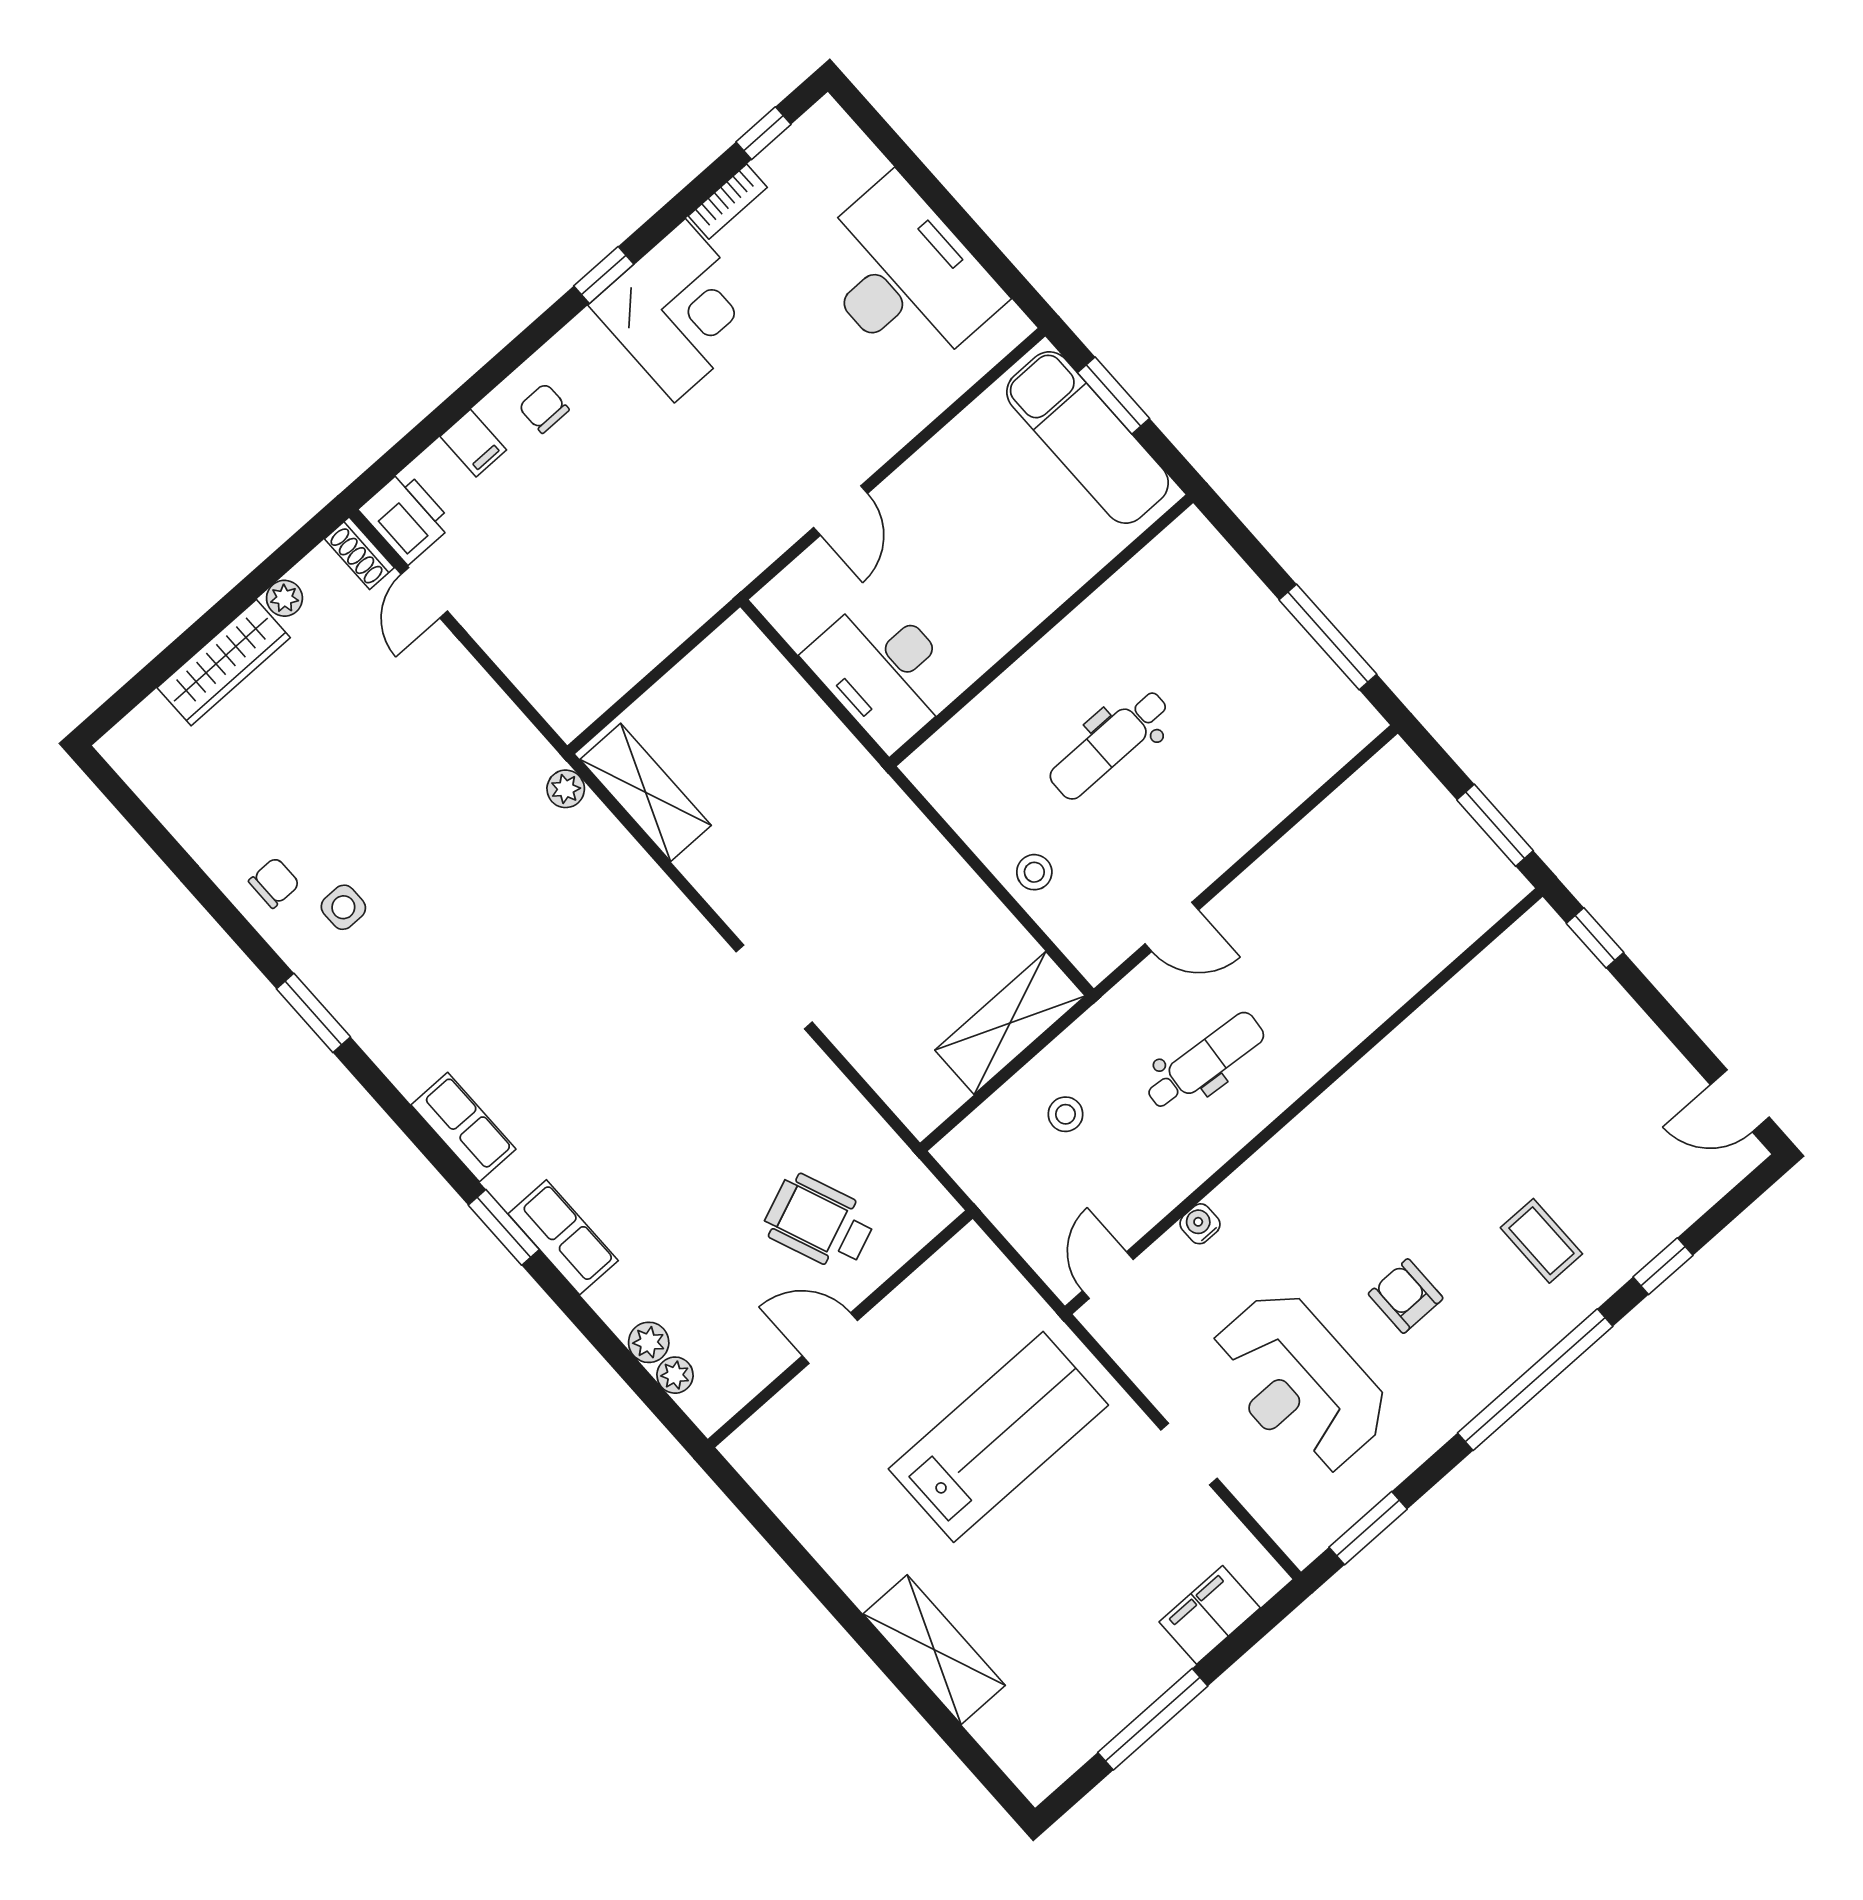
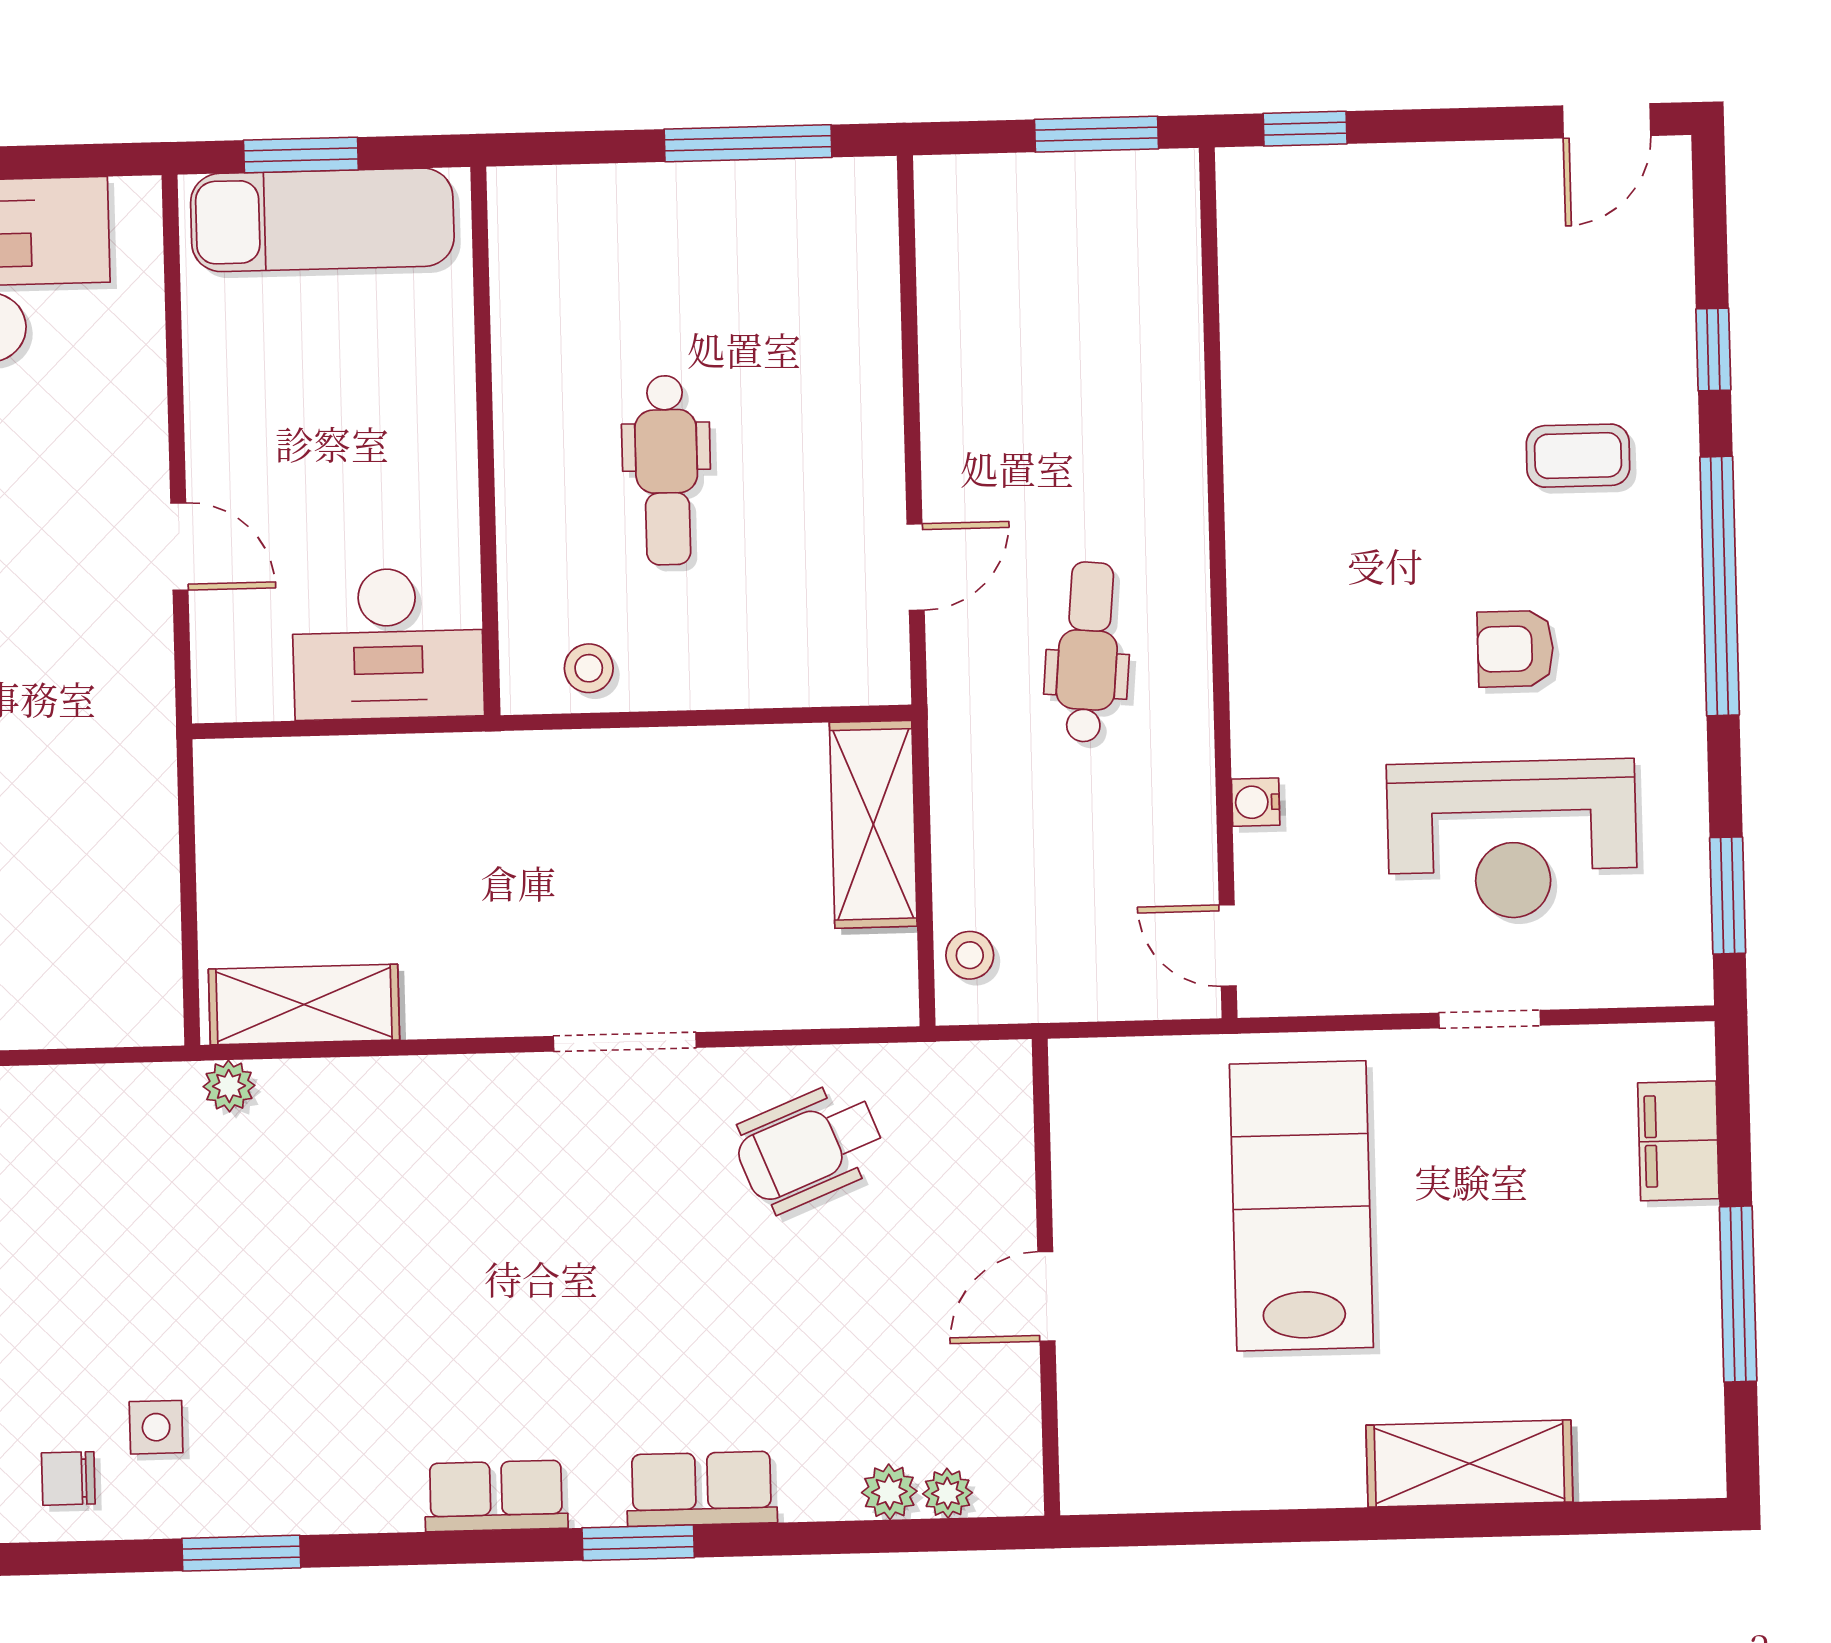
stool: (1034, 872) -> (589, 668), moved
chair: (274, 883) -> (68, 1478), turned -90
stool: (1066, 1114) -> (970, 955), moved
wheelchair: (819, 1222) -> (809, 1147), moved

